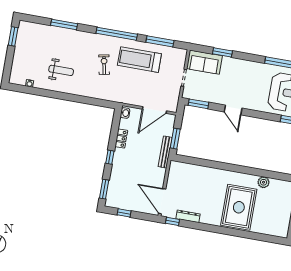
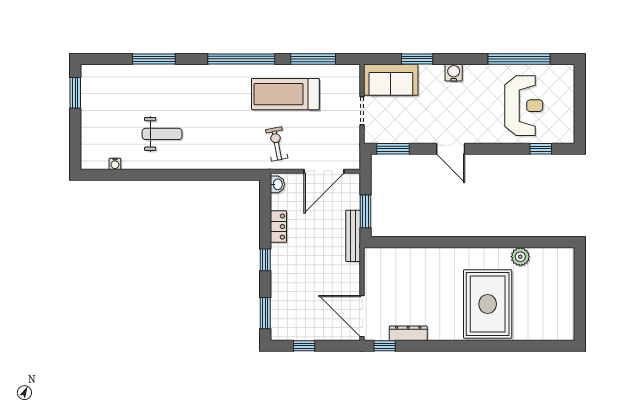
water cooler: (243, 64) -> (454, 73), added
exercise bike: (104, 65) -> (277, 144), moved

